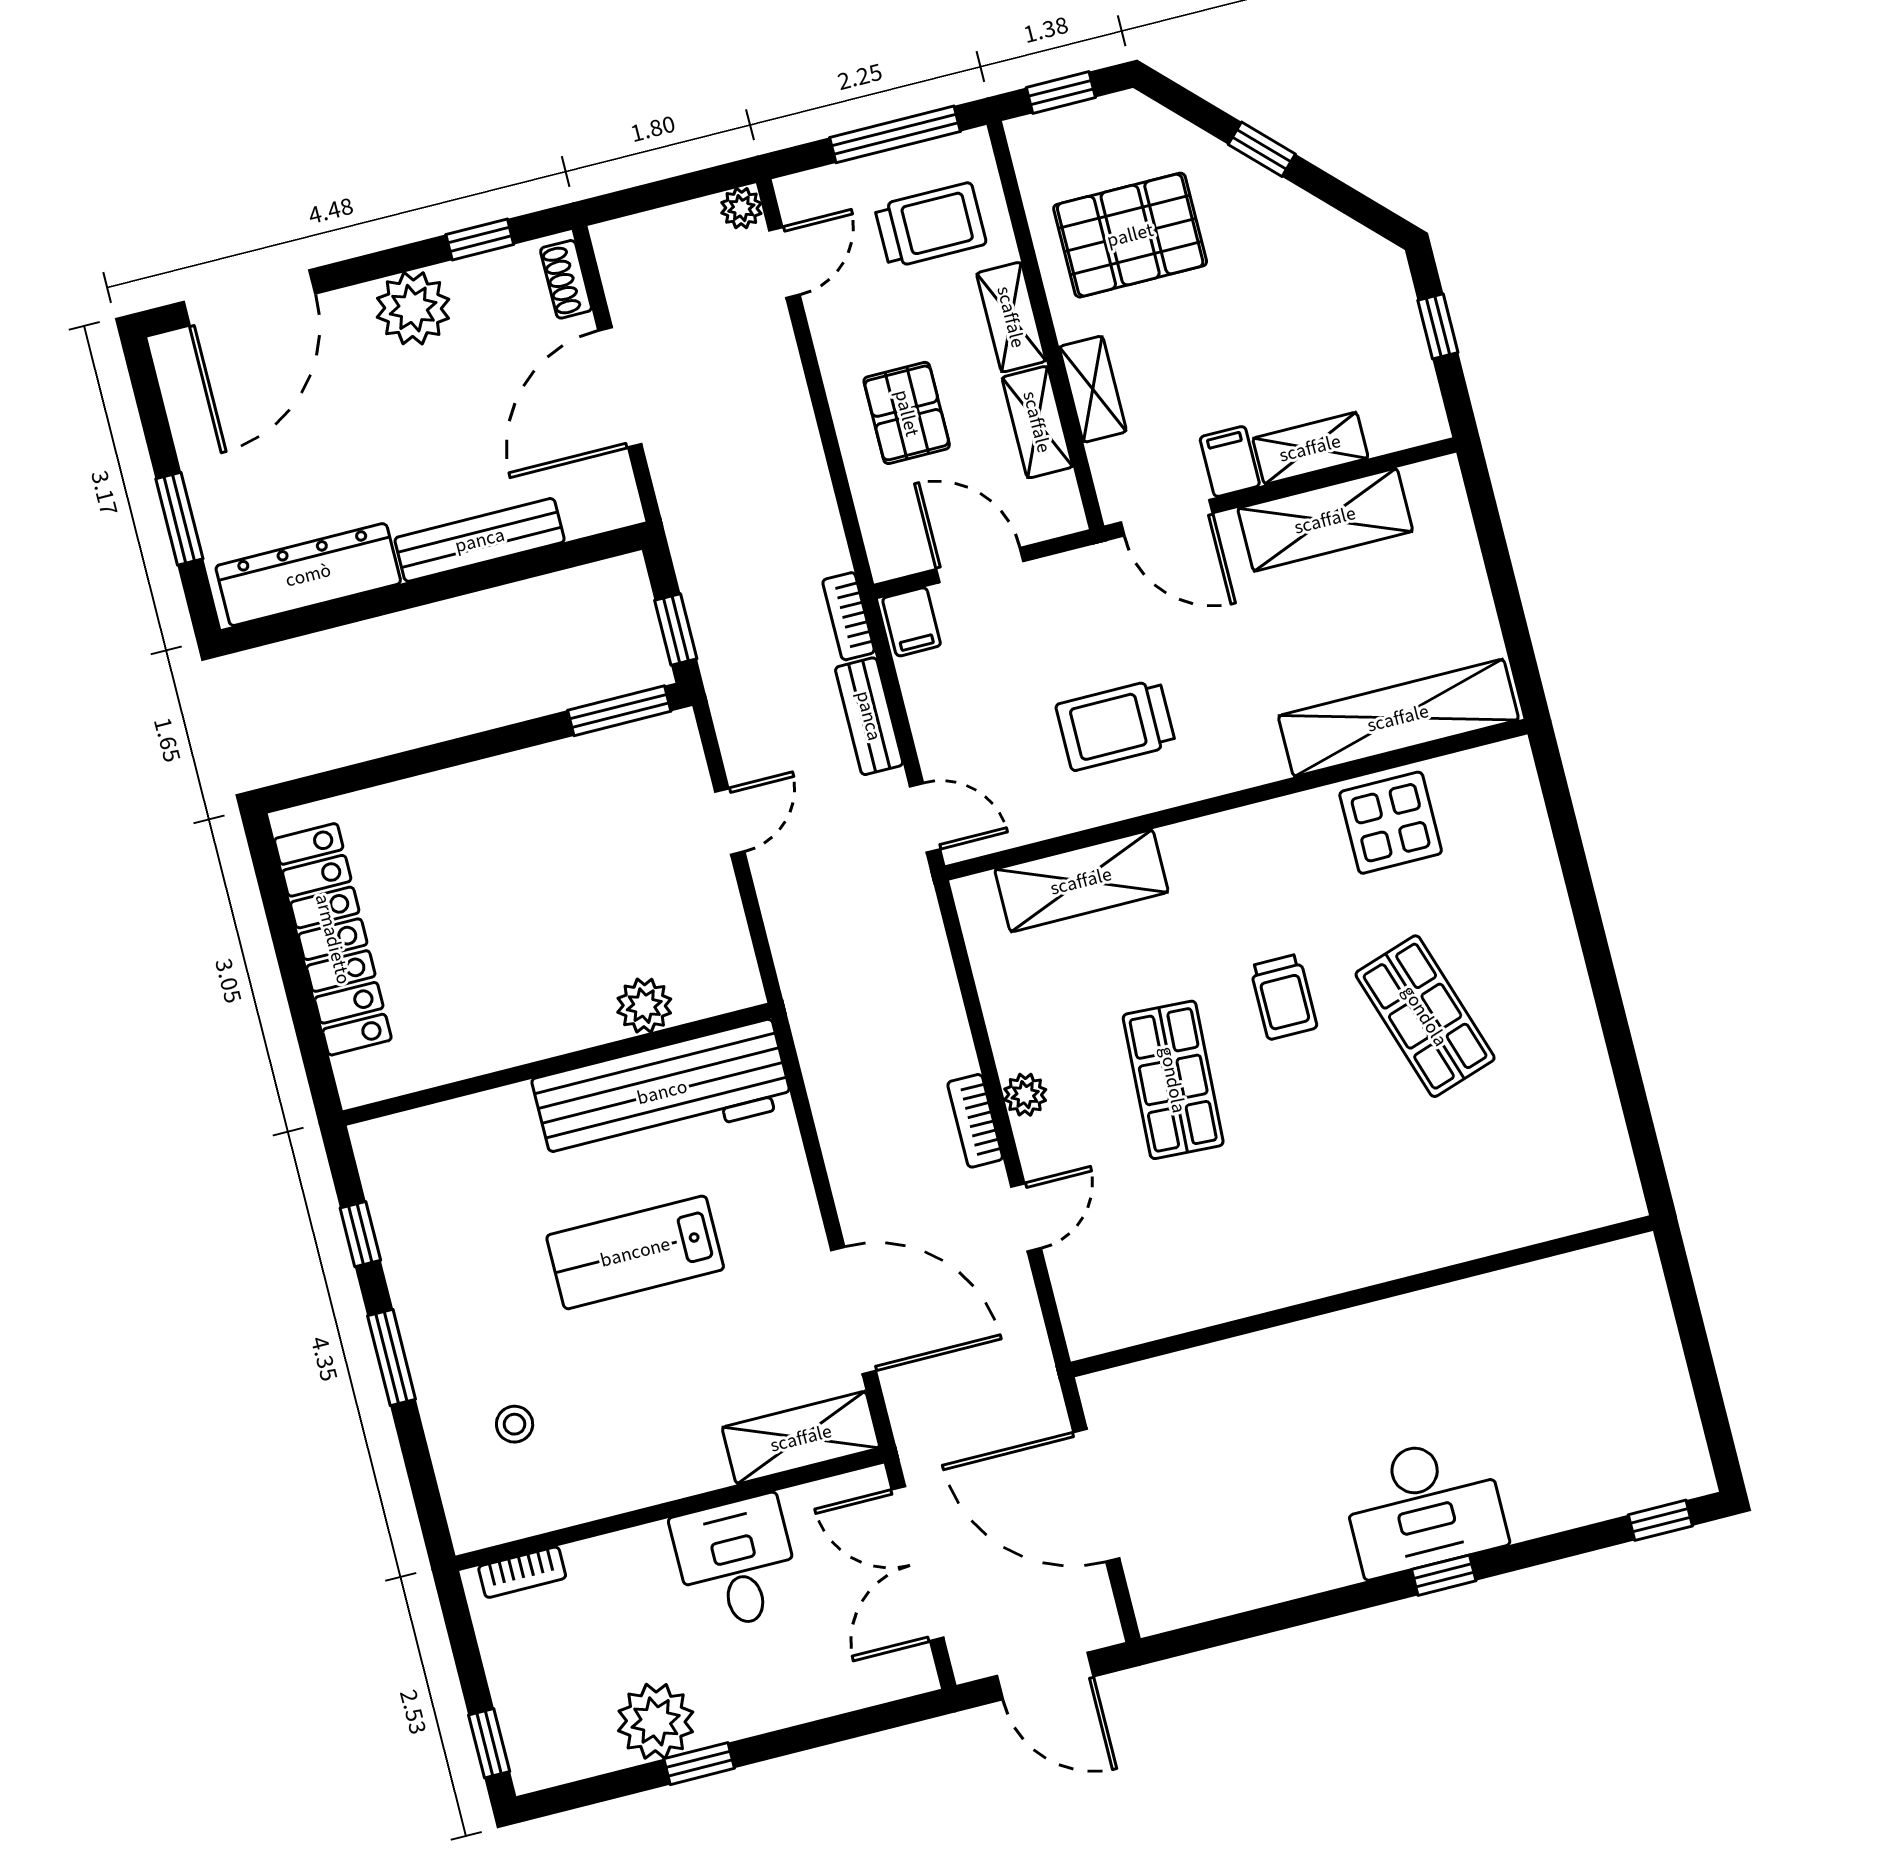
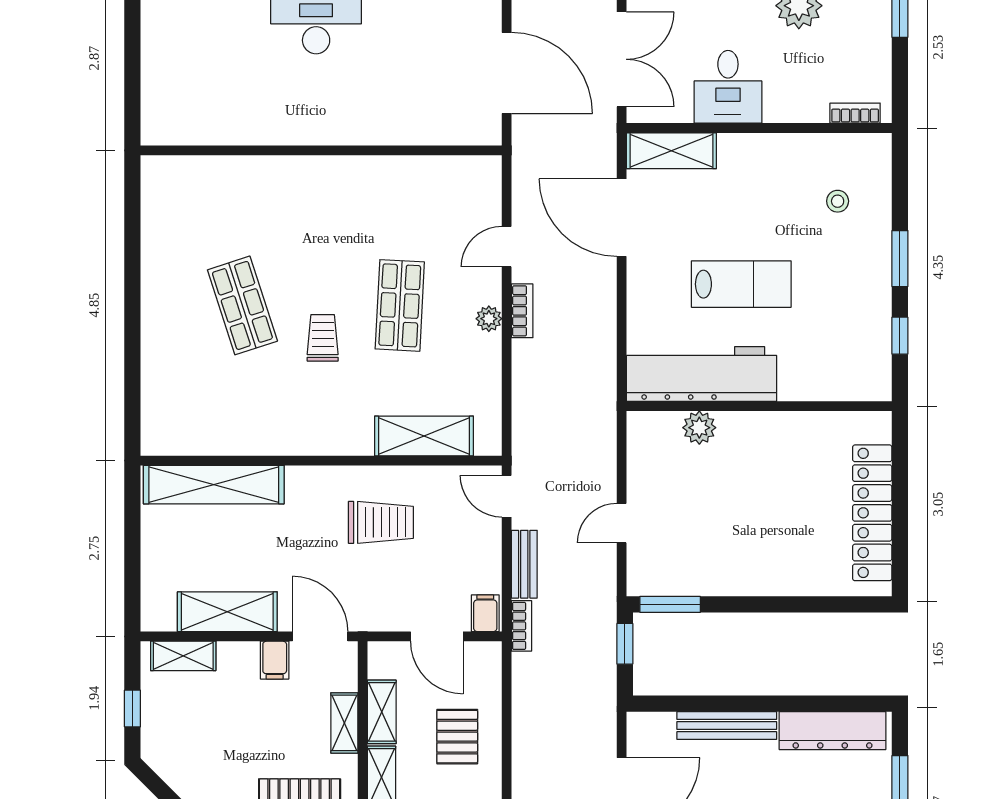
shelving: (1310, 448) -> (183, 656), moved
display table: (1391, 823) -> (234, 424), removed

